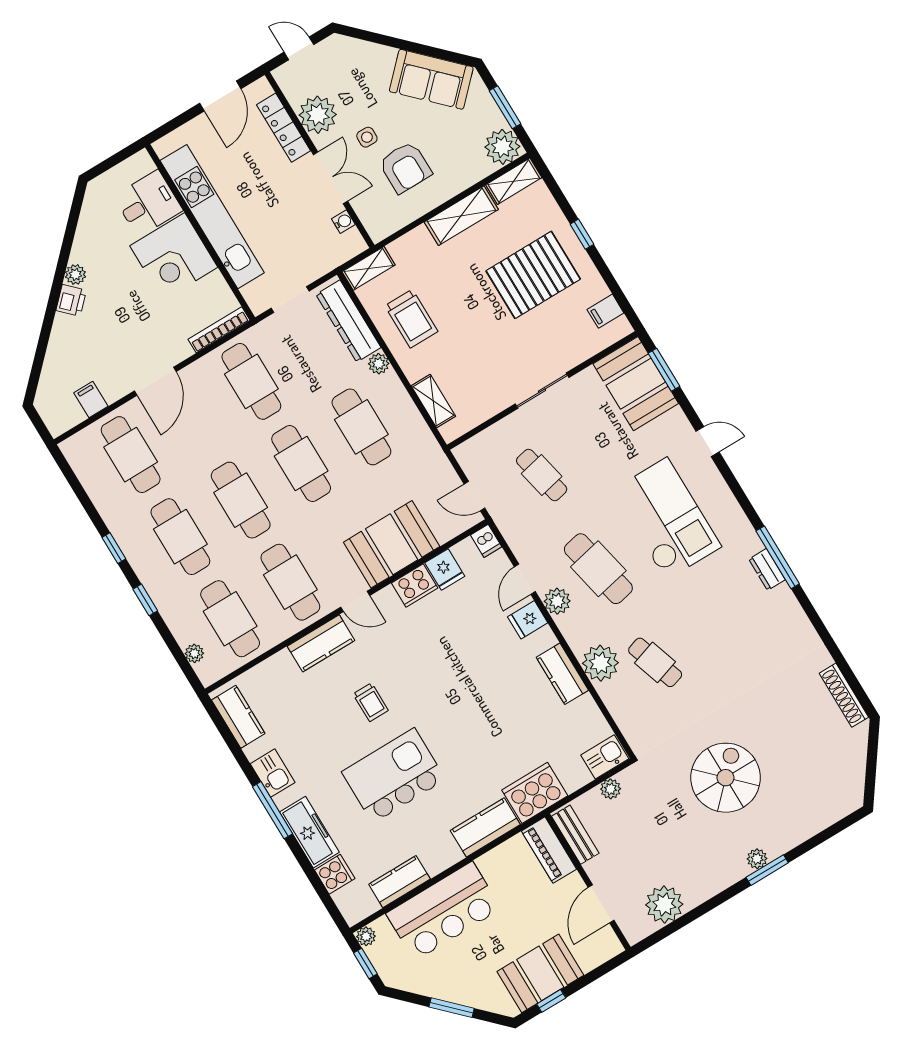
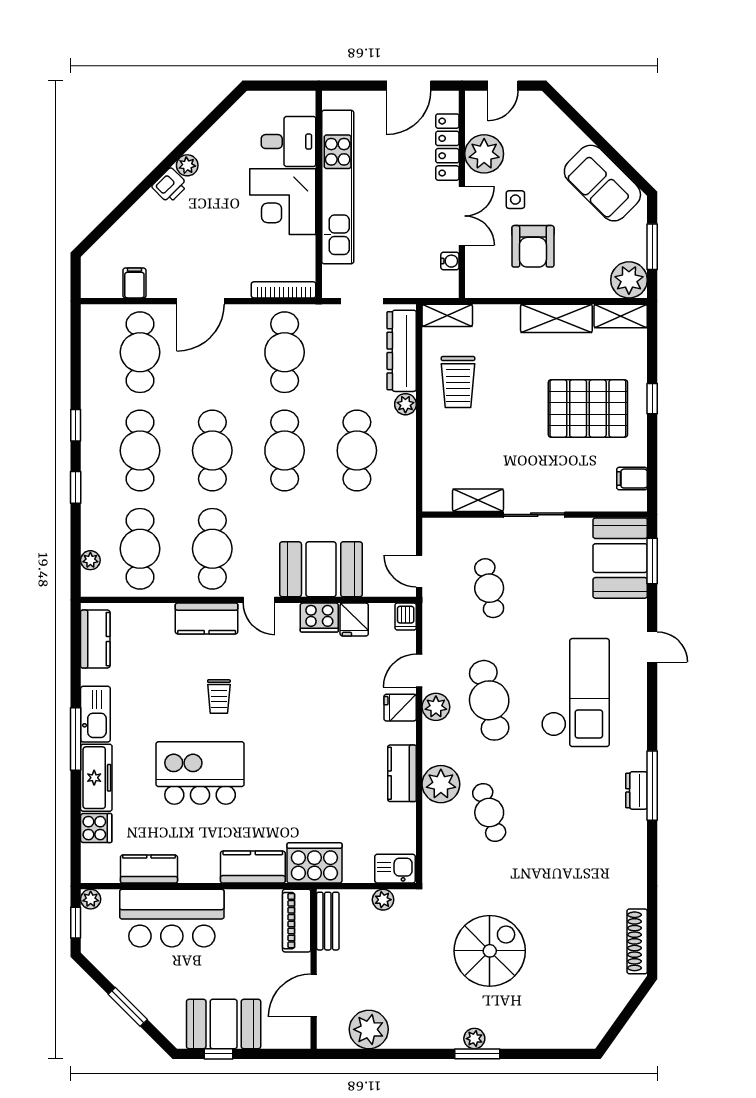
door: (299, 48) -> (503, 86), swing flipped
shelving: (433, 401) -> (478, 500), moved, turned 90
kitchen sink: (273, 773) -> (95, 714), width x1.38

